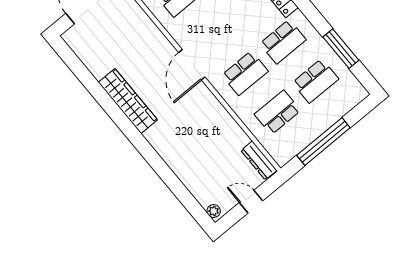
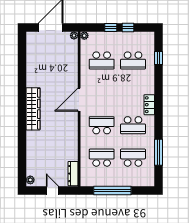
school desk: (245, 73) -> (102, 125), turned 180
school desk: (315, 81) -> (133, 158), turned 180
wardrobe: (128, 101) -> (33, 109), moved

